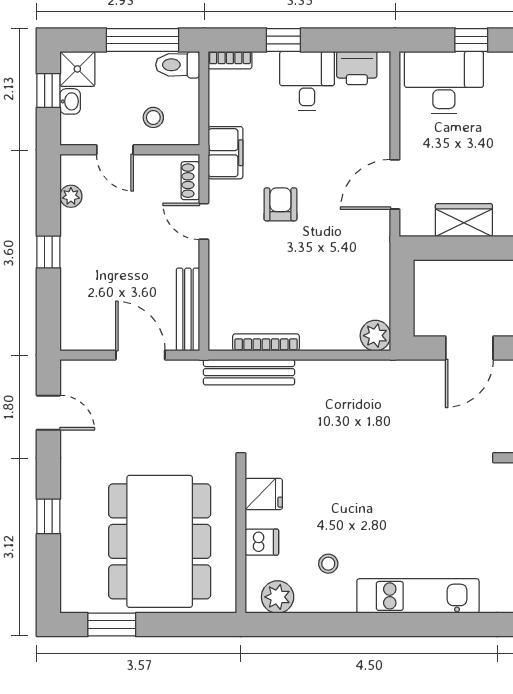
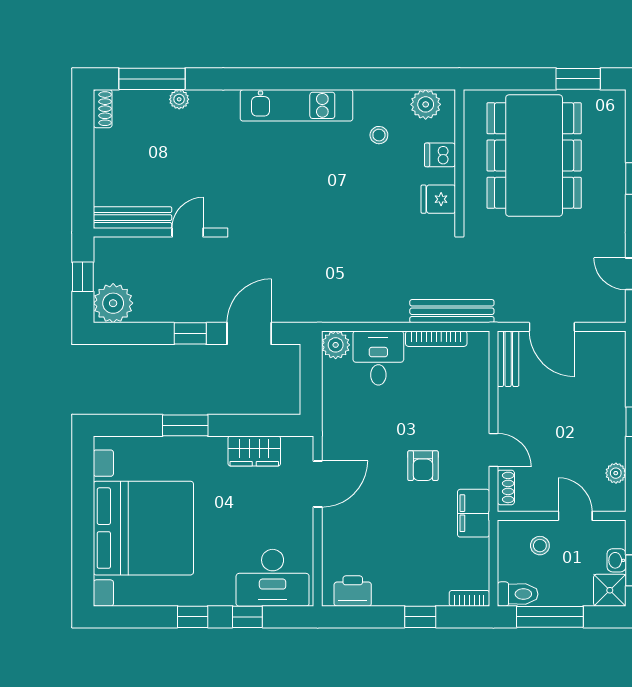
desk: (307, 81) -> (378, 358), moved, turned 180
bench: (188, 309) -> (508, 359), width x0.73

